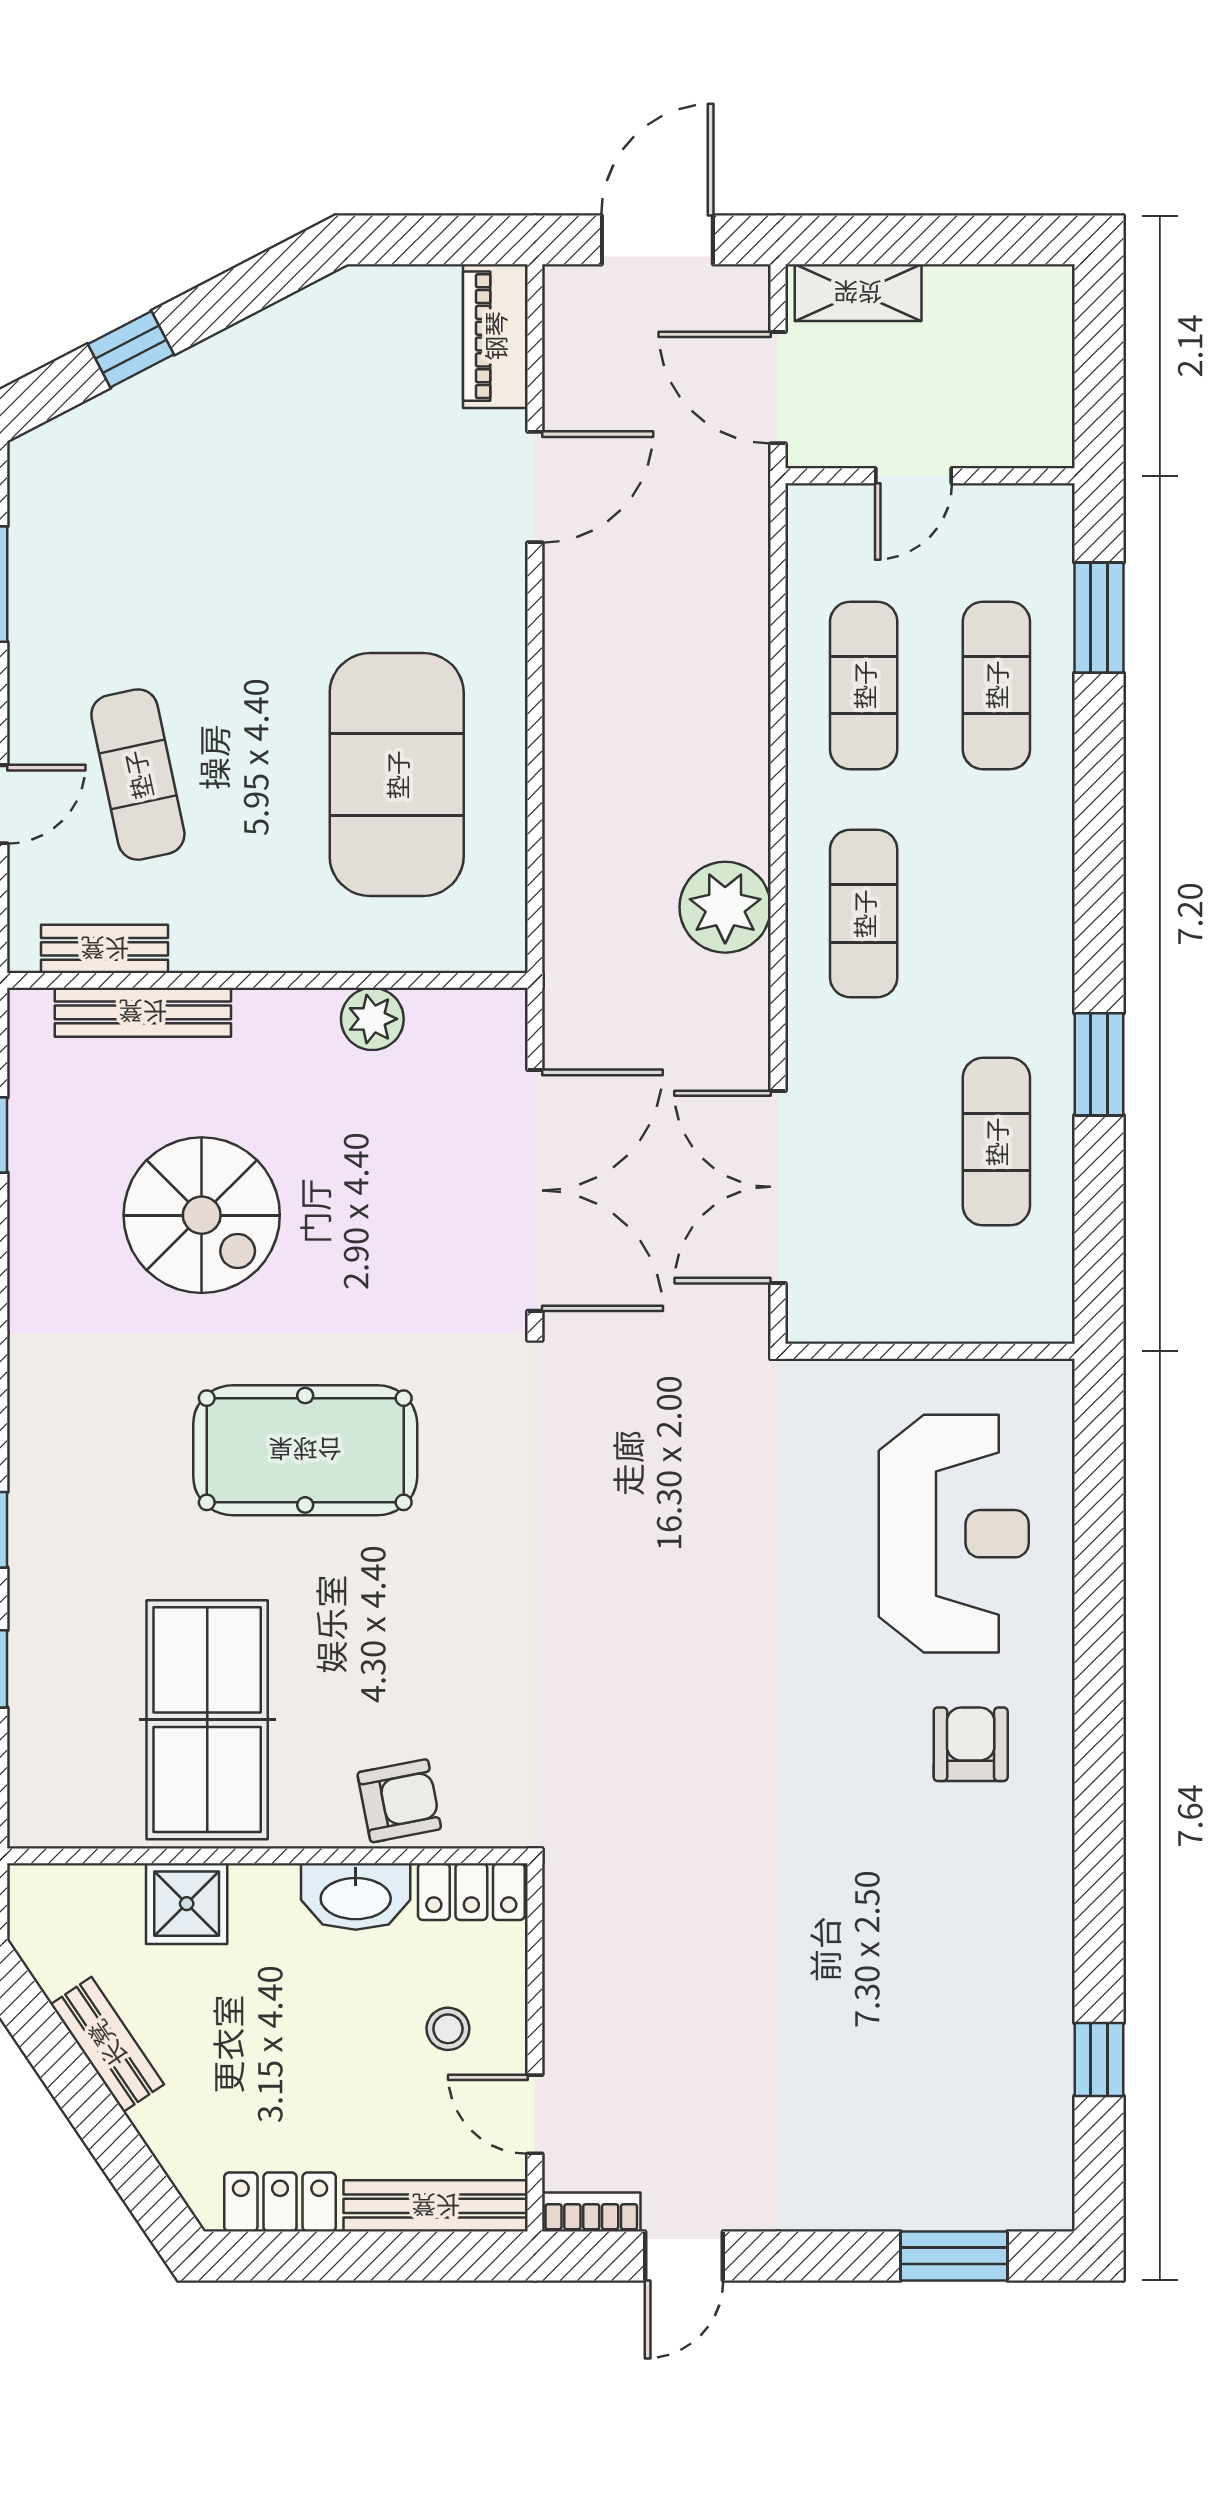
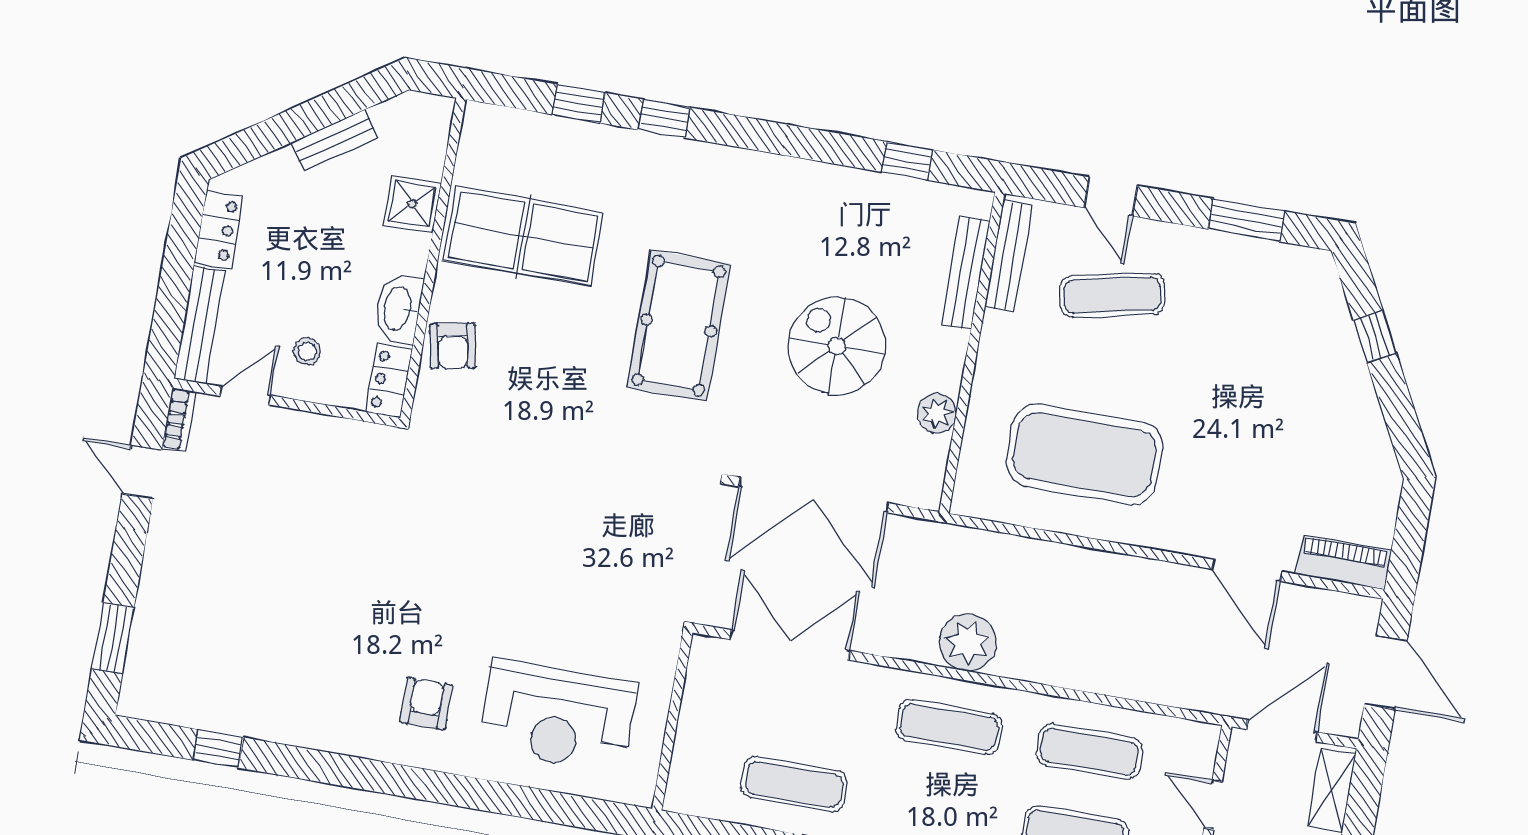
bench: (105, 949) -> (1009, 256), width x1.36
spiral stairs: (202, 1215) -> (837, 346), moved, turned 90
armchair: (971, 1744) -> (426, 704), turned -90

